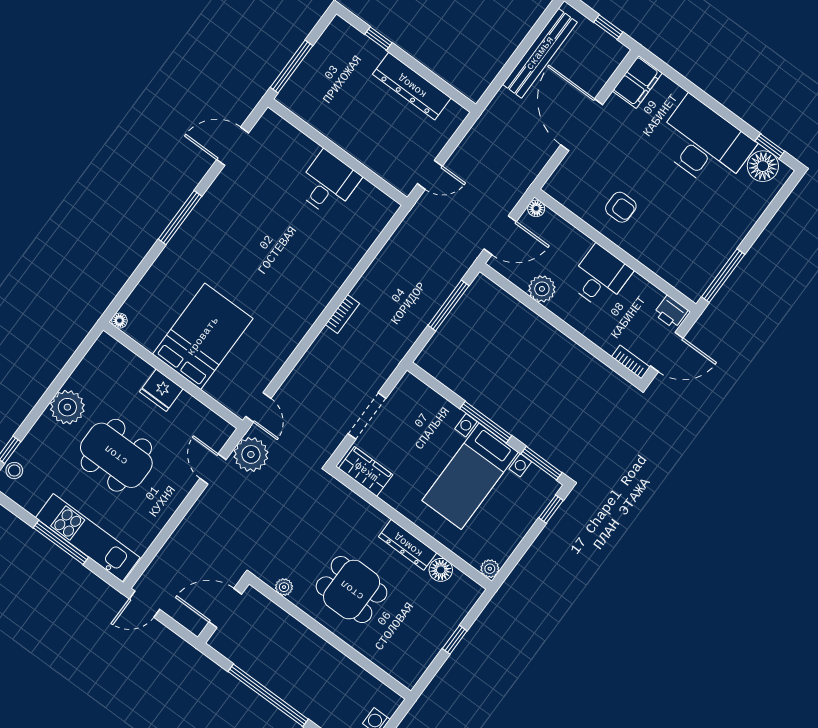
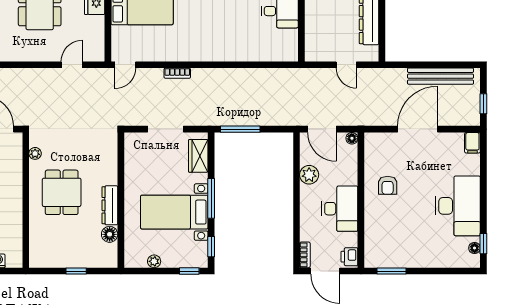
filing cabinet: (637, 82) -> (472, 143), width x0.50
floor lamp: (763, 166) -> (475, 248), width x0.53, depth x0.53
door: (430, 175) -> (346, 65), moved
window: (723, 276) -> (392, 271), width x0.69
desk: (600, 277) -> (340, 209), width x1.37
window: (448, 305) -> (240, 129), moved
bookcase: (342, 314) -> (177, 73), moved
plant: (251, 454) -> (96, 80), removed
window: (541, 463) -> (211, 247), width x0.67
wardrobe: (366, 472) -> (198, 156), moved, turned 180
plant: (490, 569) -> (154, 261), moved

